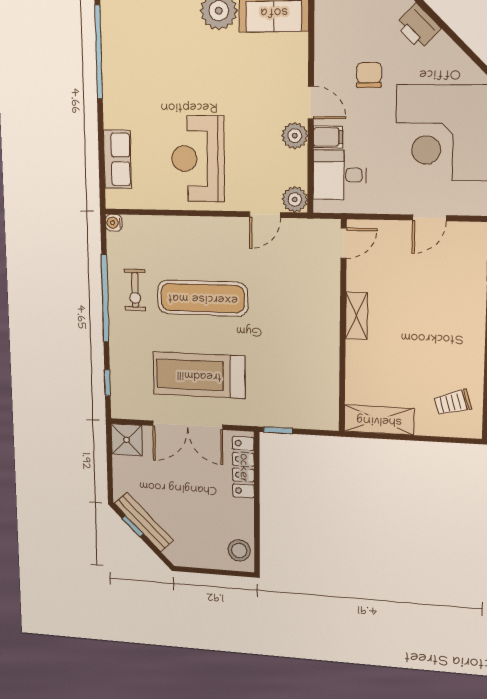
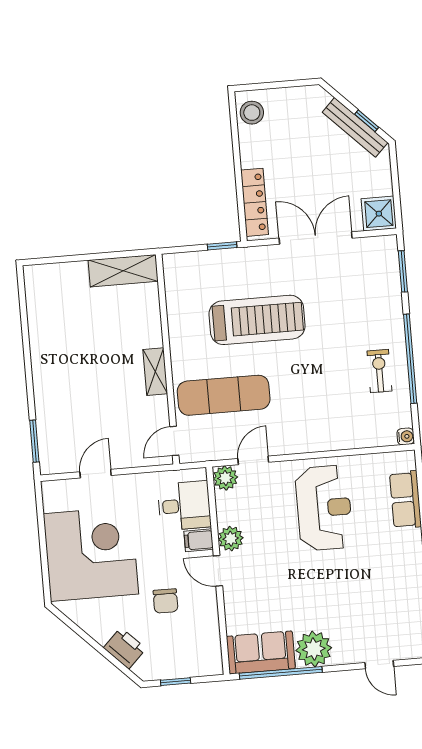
exercise mat: (203, 298) -> (224, 395), moved
treadmill: (199, 375) -> (257, 320), moved
window: (107, 383) -> (403, 271), width x1.50
trolley: (453, 402) -> (54, 298), removed

